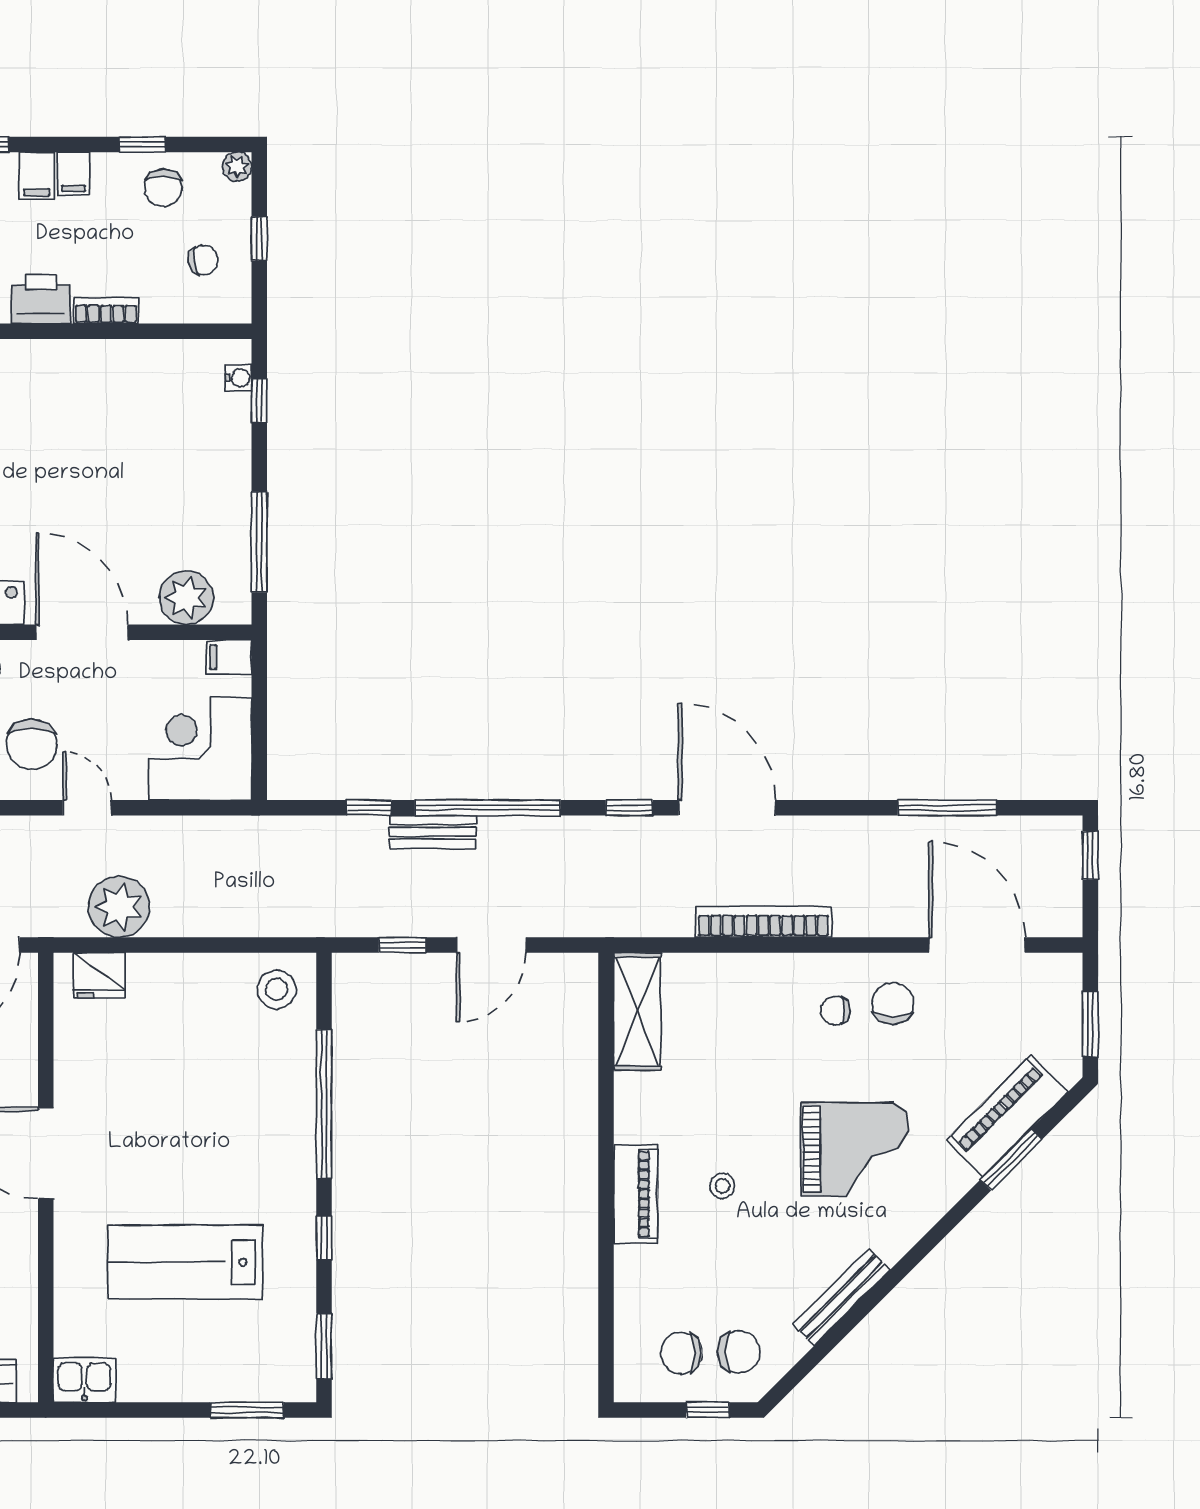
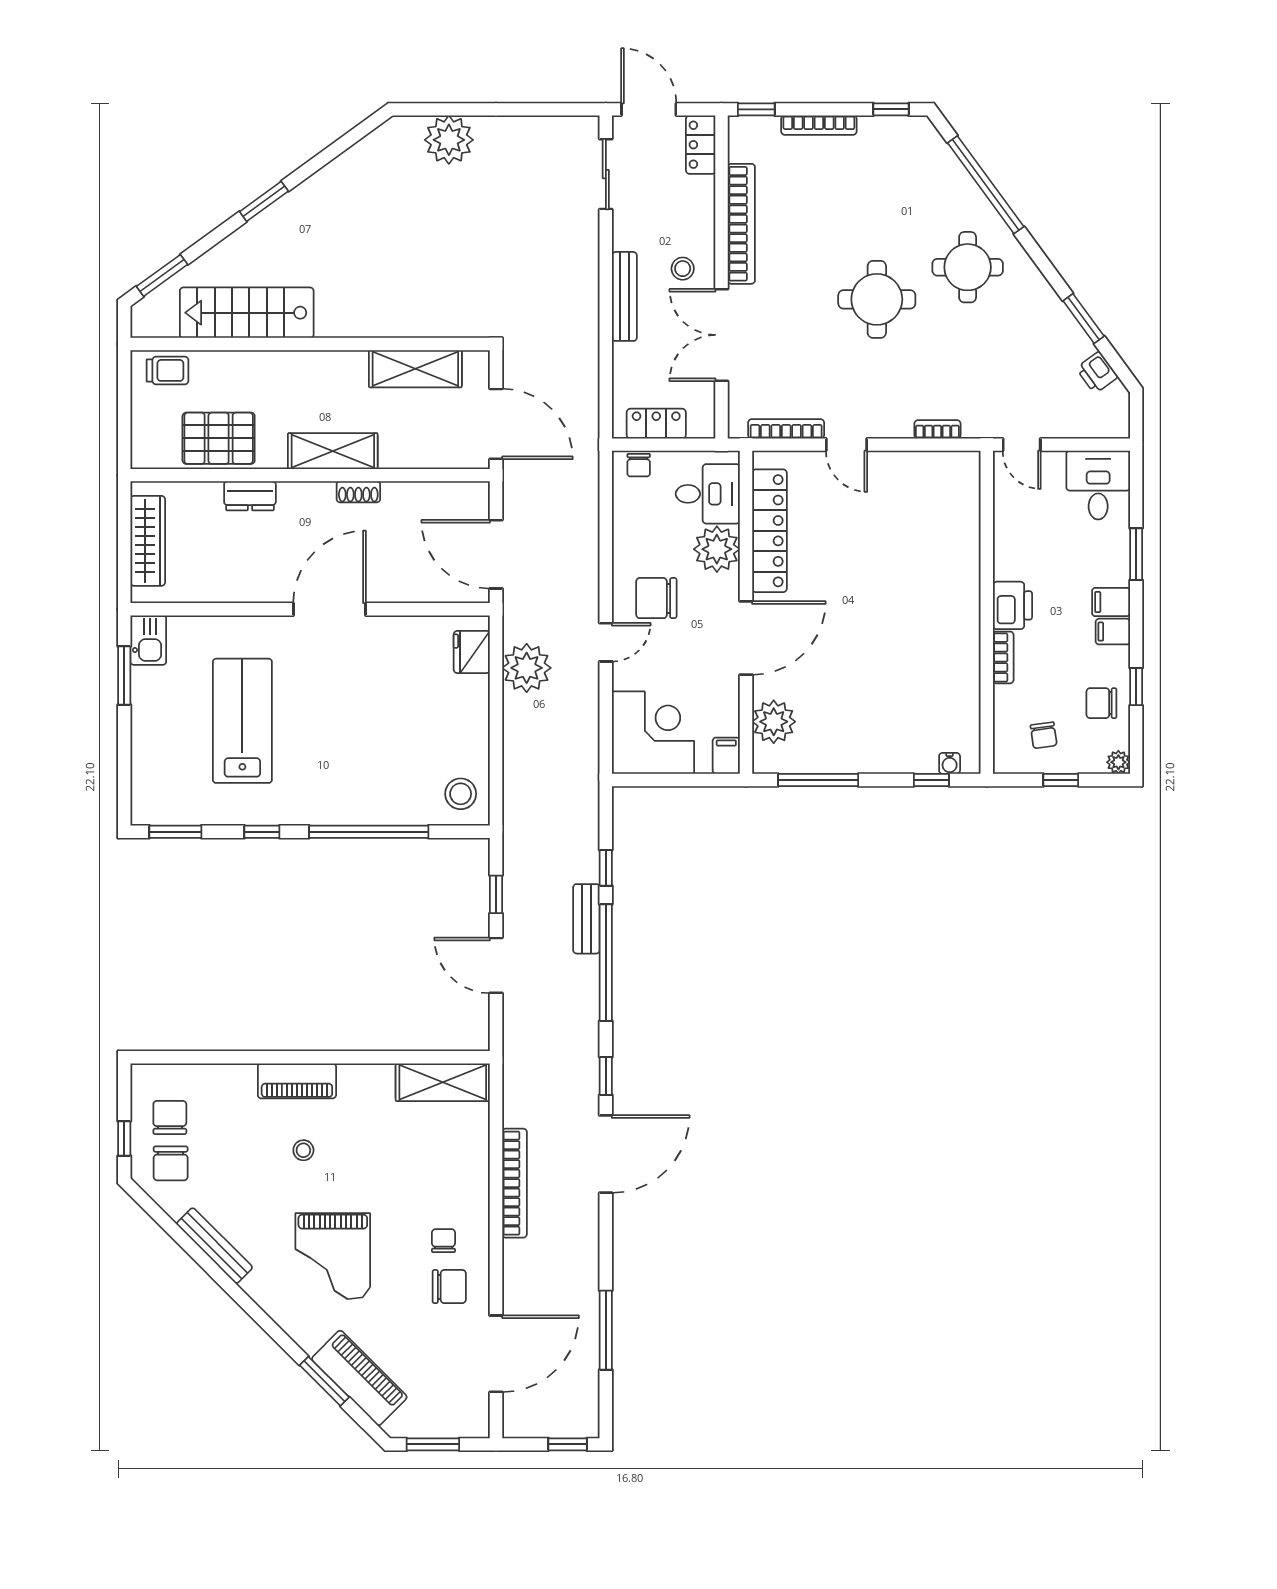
window: (247, 1410) -> (124, 676), moved

